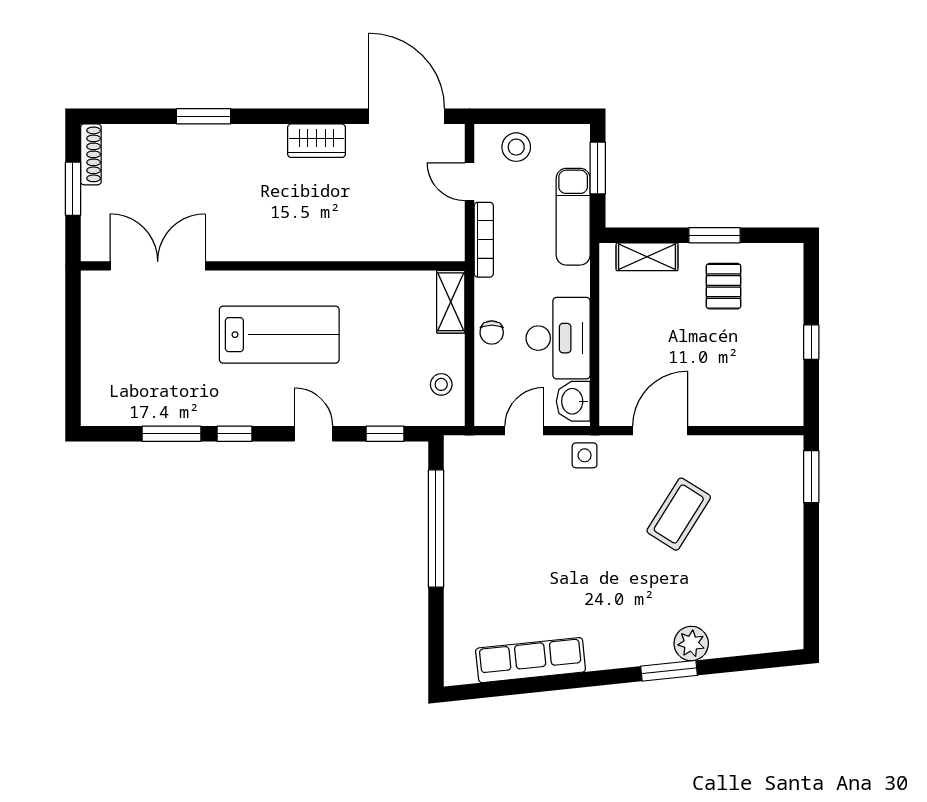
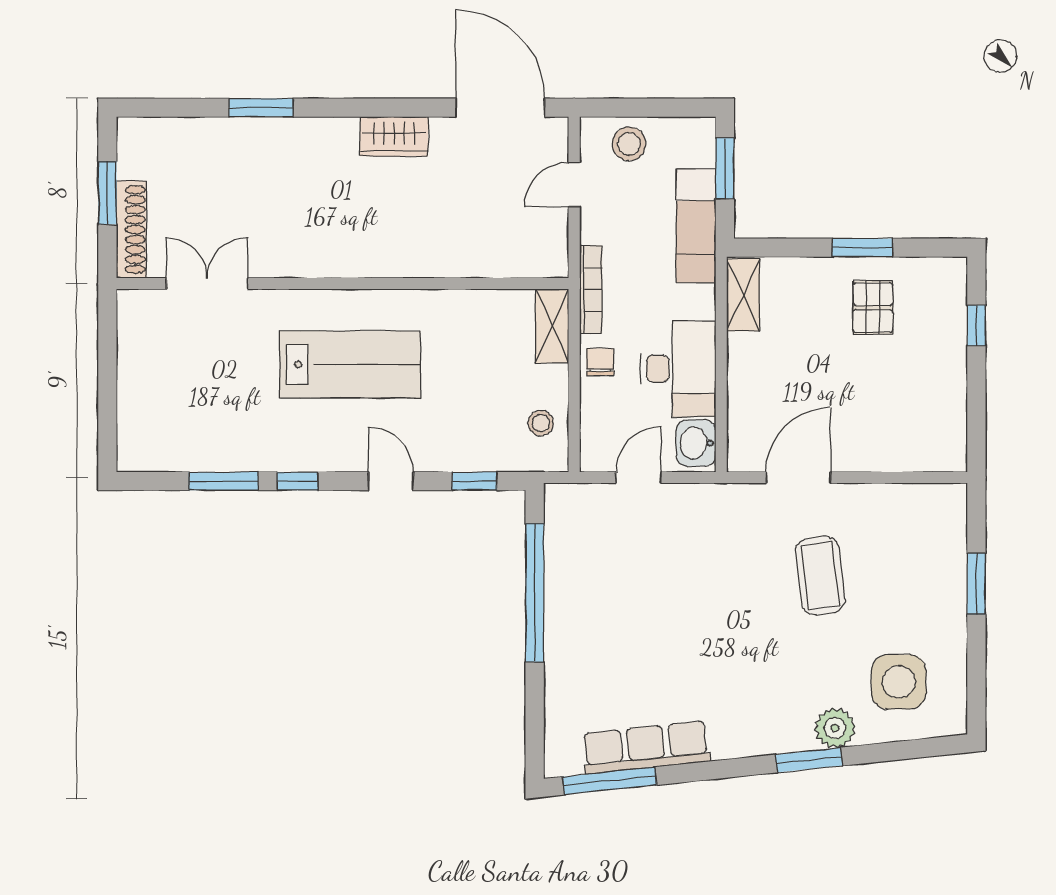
shoe rack: (91, 154) -> (131, 230), moved, width x1.36, depth x1.24
door: (470, 182) -> (574, 185), hinge flipped
bookcase: (484, 240) -> (591, 289), moved
shelving: (647, 257) -> (743, 295), moved, turned 90
double door: (158, 266) -> (207, 284), width x0.73
chair: (492, 333) -> (600, 362), turned 180
window: (811, 342) -> (976, 325), moved
side table: (585, 455) -> (899, 682), moved, width x1.87, depth x1.87
window: (811, 477) -> (976, 584), moved
coffee table: (679, 514) -> (820, 576), turned -39
window: (500, 688) -> (610, 781), added

